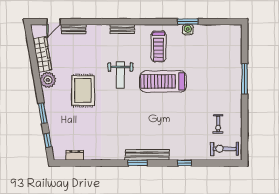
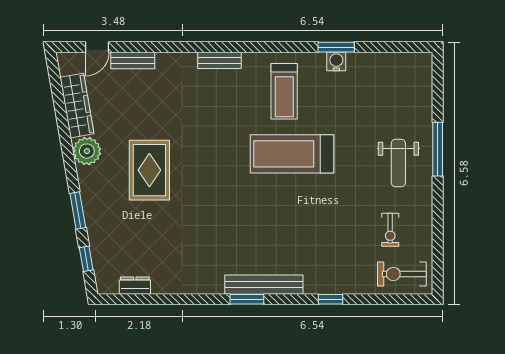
weight bench: (120, 75) -> (398, 163), moved

